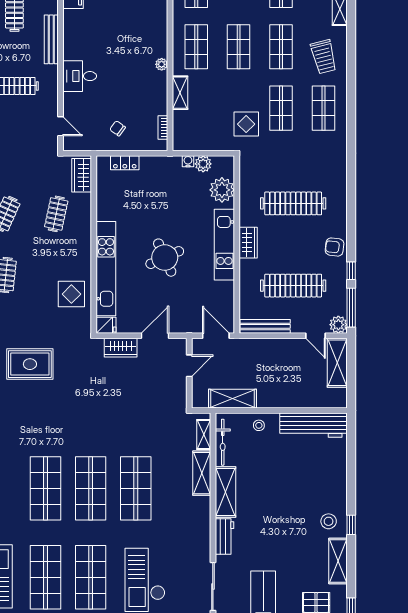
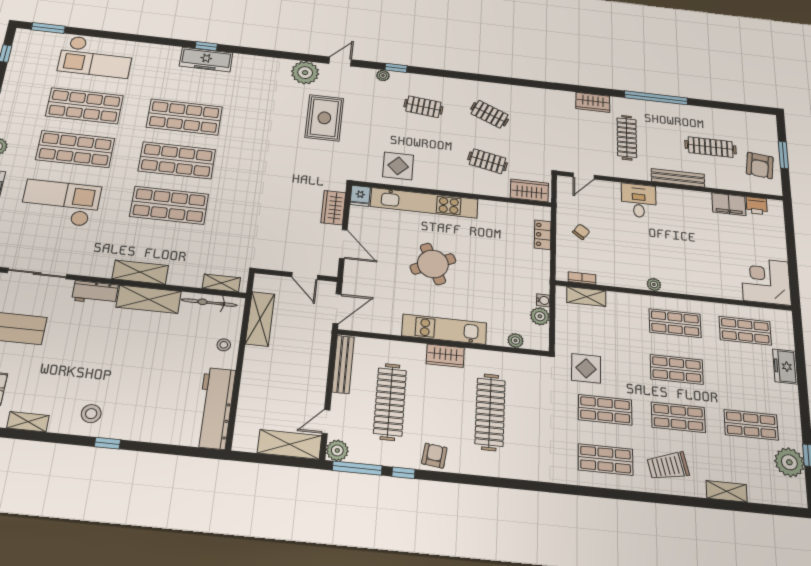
shelving: (180, 93) -> (586, 297), moved
plant: (222, 190) -> (516, 341), width x0.53, depth x0.53
shelving: (202, 473) -> (140, 272), moved
window: (351, 525) -> (107, 443), moved
shelving: (338, 561) -> (28, 422), width x0.67, depth x0.75

